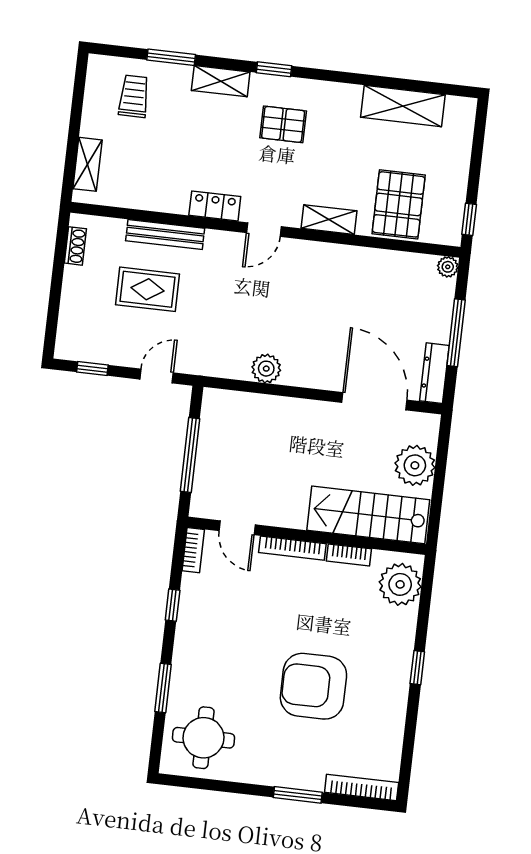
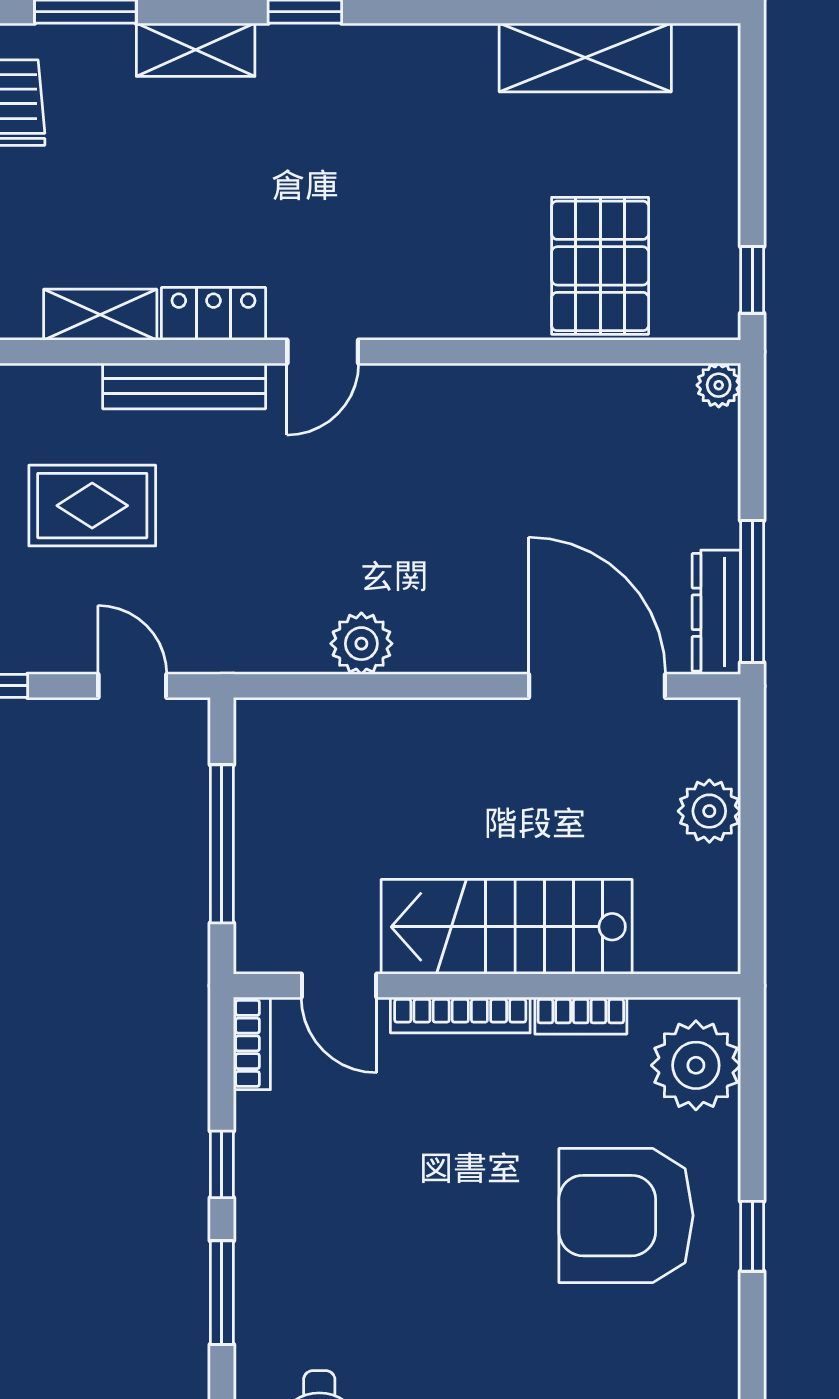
pallet: (283, 124) -> (337, 125), removed
shelving: (329, 220) -> (100, 315), moved
bench: (165, 235) -> (184, 386), moved
window: (456, 333) -> (752, 592), moved
door: (157, 376) -> (132, 686), hinge flipped
plant: (415, 465) -> (709, 811), width x0.73, depth x0.73
stairs: (368, 515) -> (507, 927), moved
armchair: (313, 686) -> (626, 1216), moved
window: (163, 688) -> (222, 1293), moved

